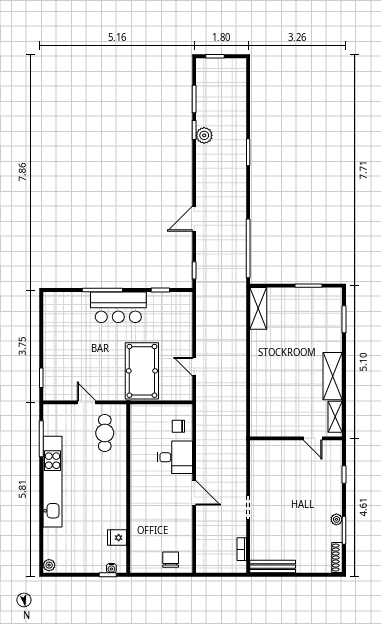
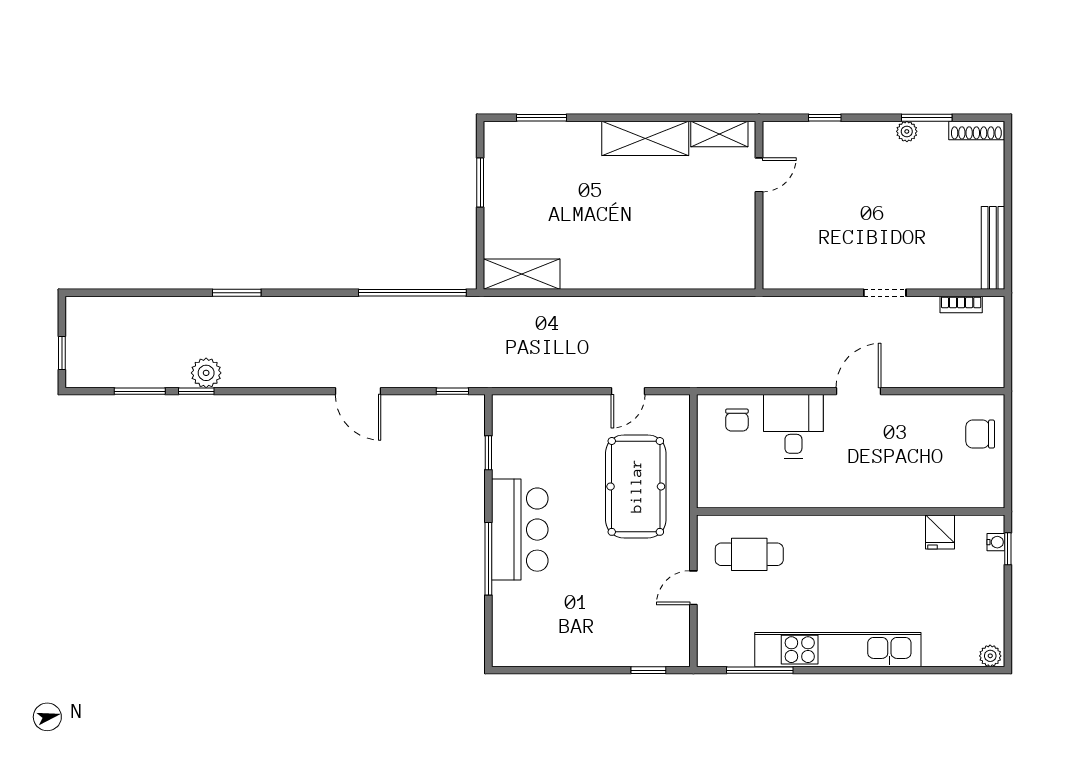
pool table: (142, 371) -> (636, 486), turned 90

